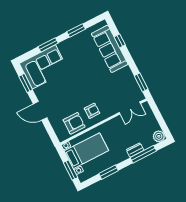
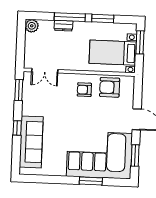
window: (76, 30) -> (54, 180), removed
window: (120, 41) -> (17, 128), moved
corner sofa: (44, 67) -> (99, 155), width x1.36, depth x1.36
double door: (130, 108) -> (45, 71), swing flipped
window: (143, 154) -> (70, 17), moved

